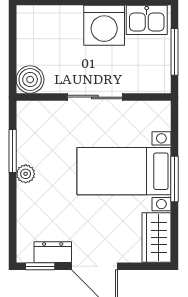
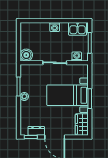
washing machine: (104, 25) -> (55, 27), width x0.53, depth x0.53
washing machine: (145, 83) -> (77, 56), added

